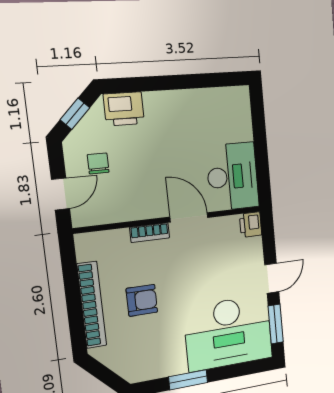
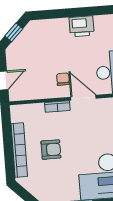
printer: (124, 109) -> (82, 26), moved
chair: (98, 163) -> (63, 79), moved

